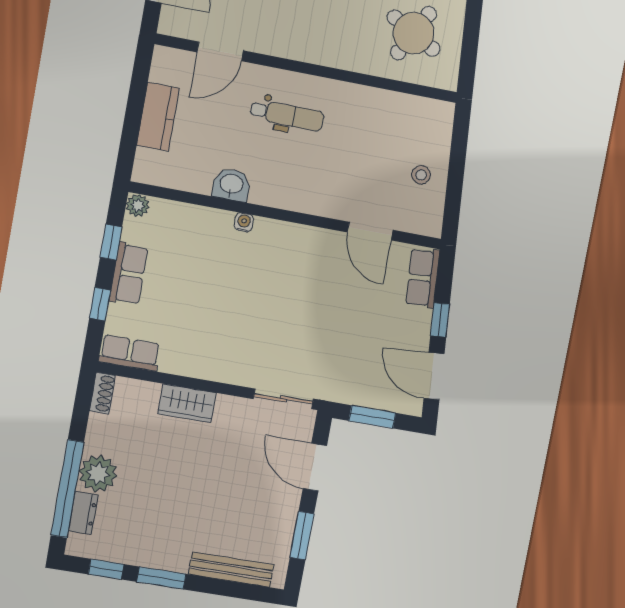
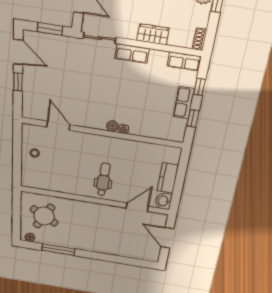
dental chair: (287, 115) -> (104, 179), turned 90
washbasin: (231, 185) -> (163, 201), moved, turned 90
plant: (138, 205) -> (112, 126), moved
row of seats: (423, 278) -> (132, 54), moved, turned 95

